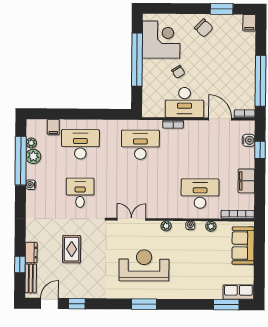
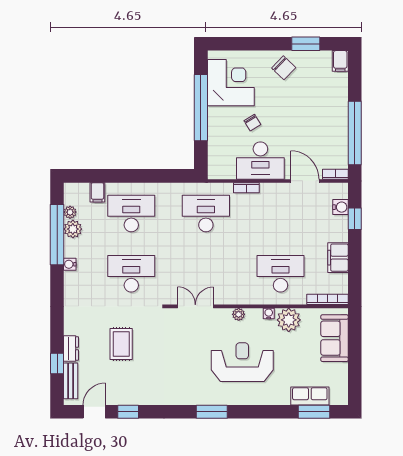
desk: (80, 193) -> (131, 274), width x1.37
plant: (211, 226) -> (289, 320), width x1.88, depth x1.88
reception desk: (144, 265) -> (242, 362), moved
row of seats: (238, 292) -> (310, 396), moved

